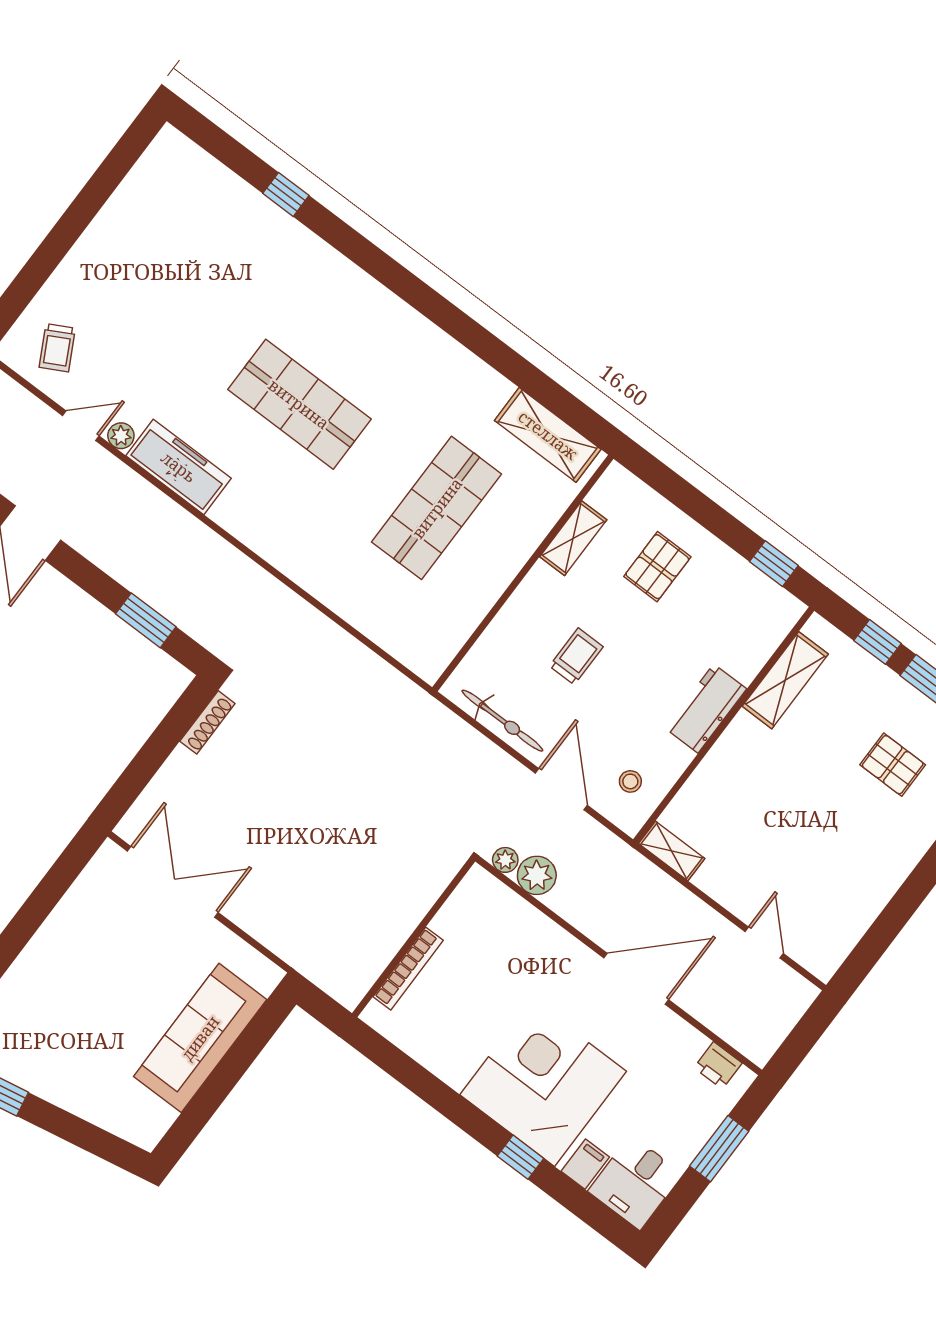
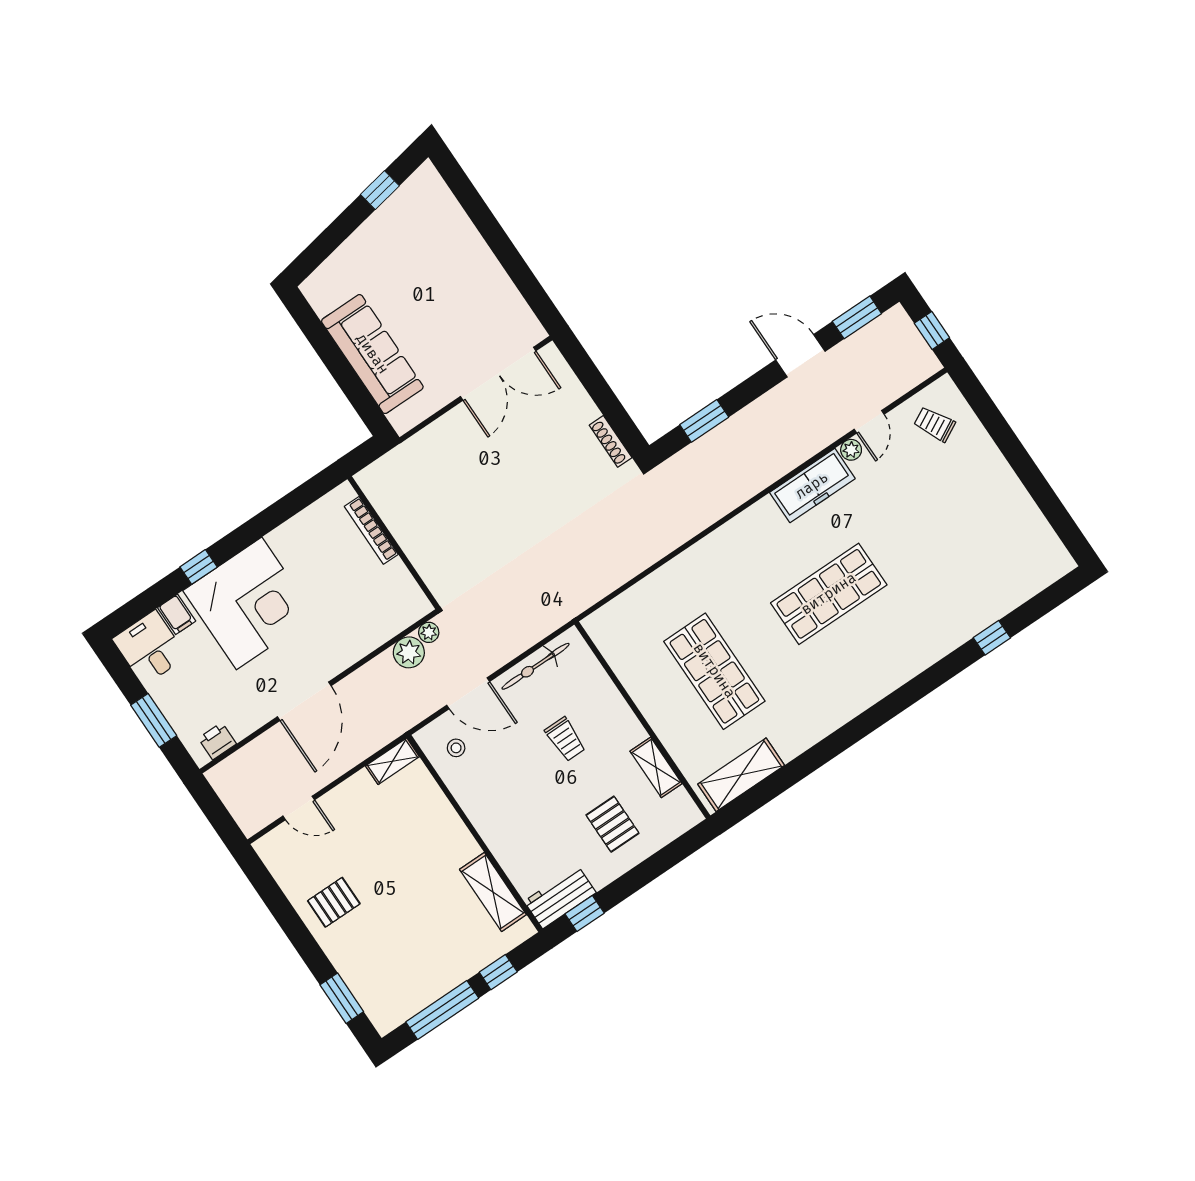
workbench: (706, 709) -> (560, 897), moved, turned -90
pallet: (893, 765) -> (334, 902), moved

